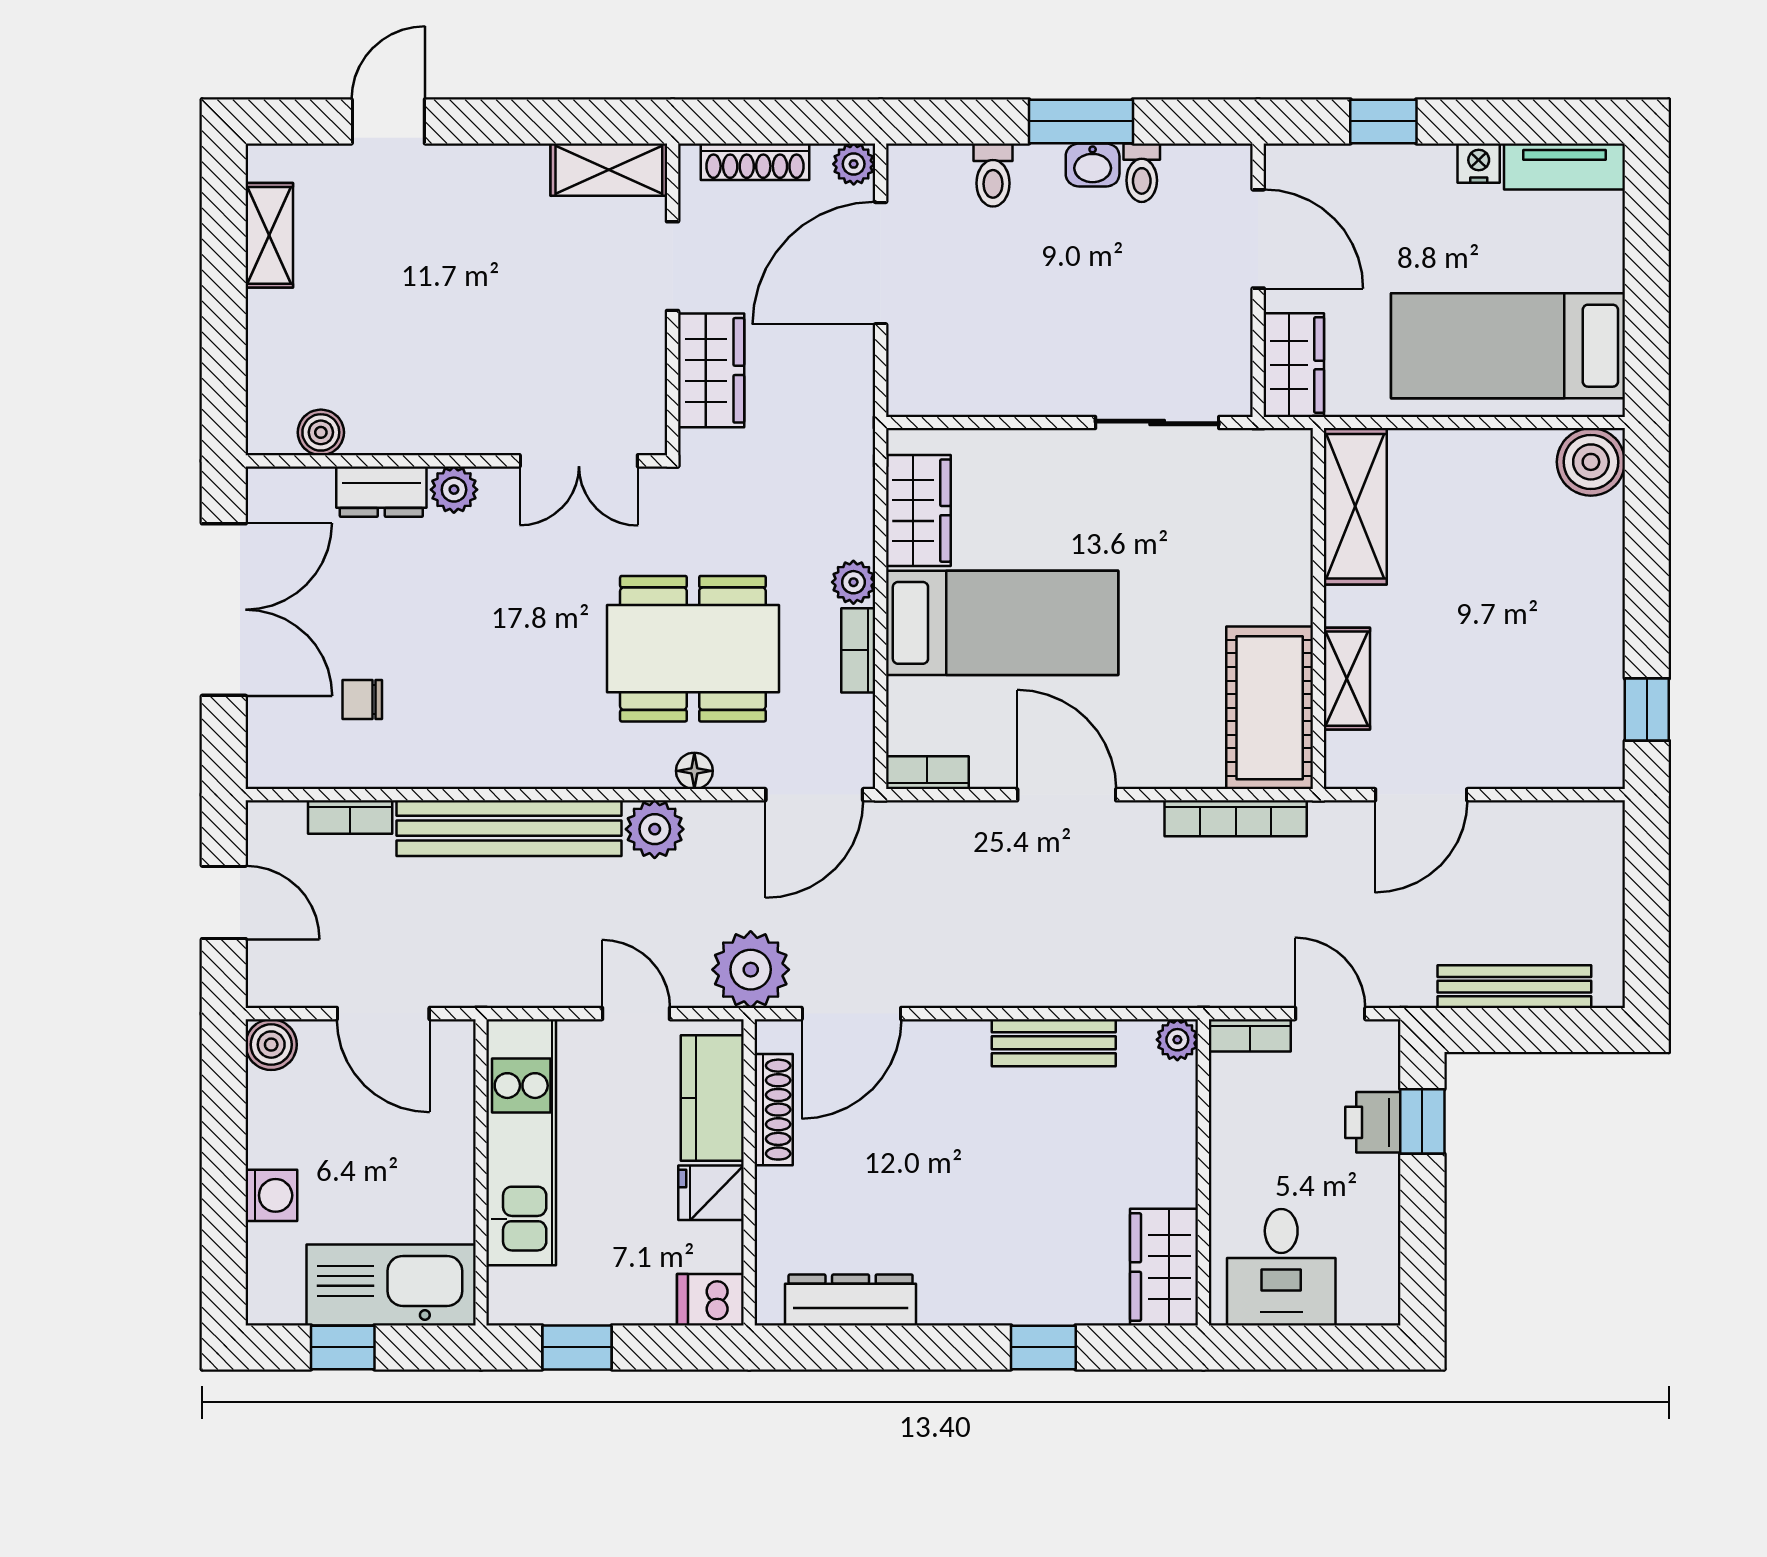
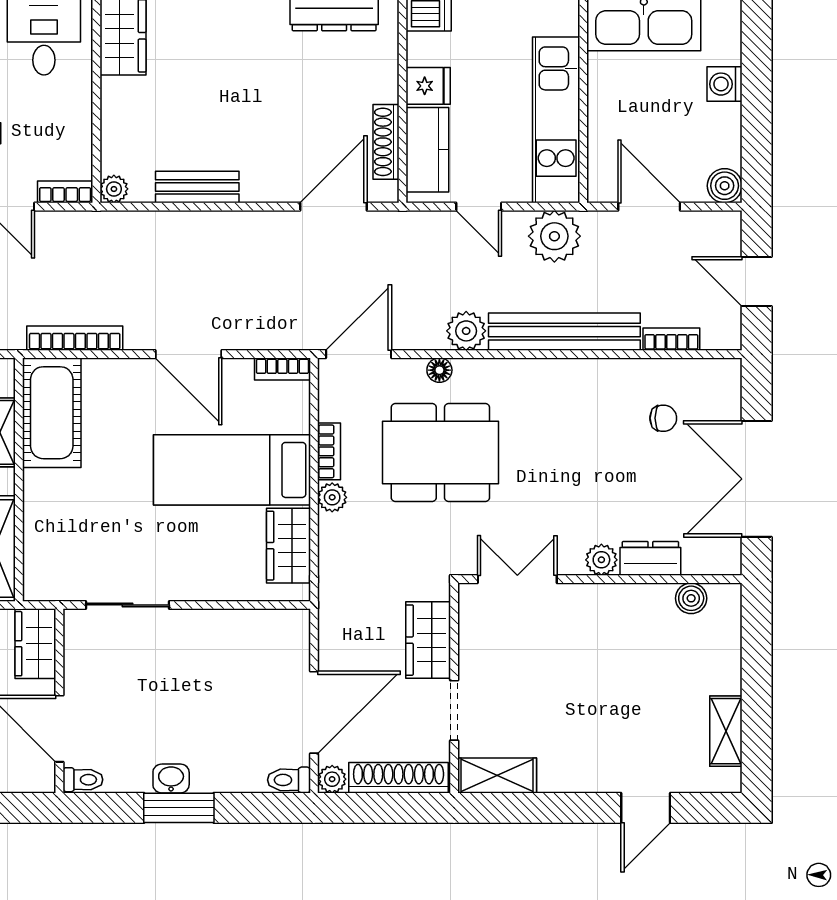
shoe rack: (755, 162) -> (399, 778), width x1.36, depth x1.24
toilet: (1142, 173) -> (83, 780), moved, turned 90
toilet: (993, 175) -> (289, 780), moved, turned -90
plant: (751, 970) -> (554, 236), moved

